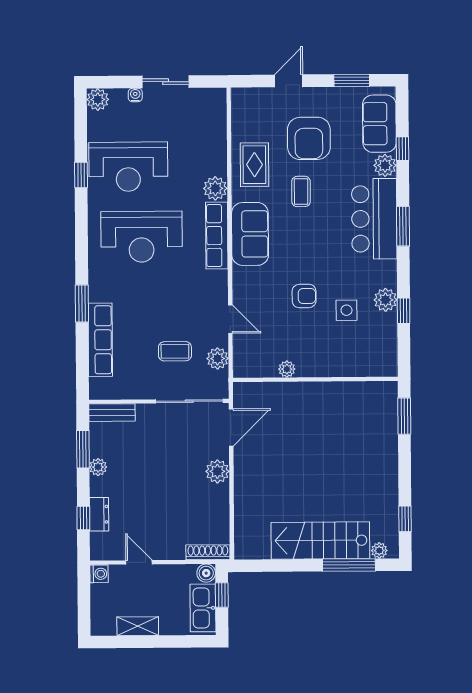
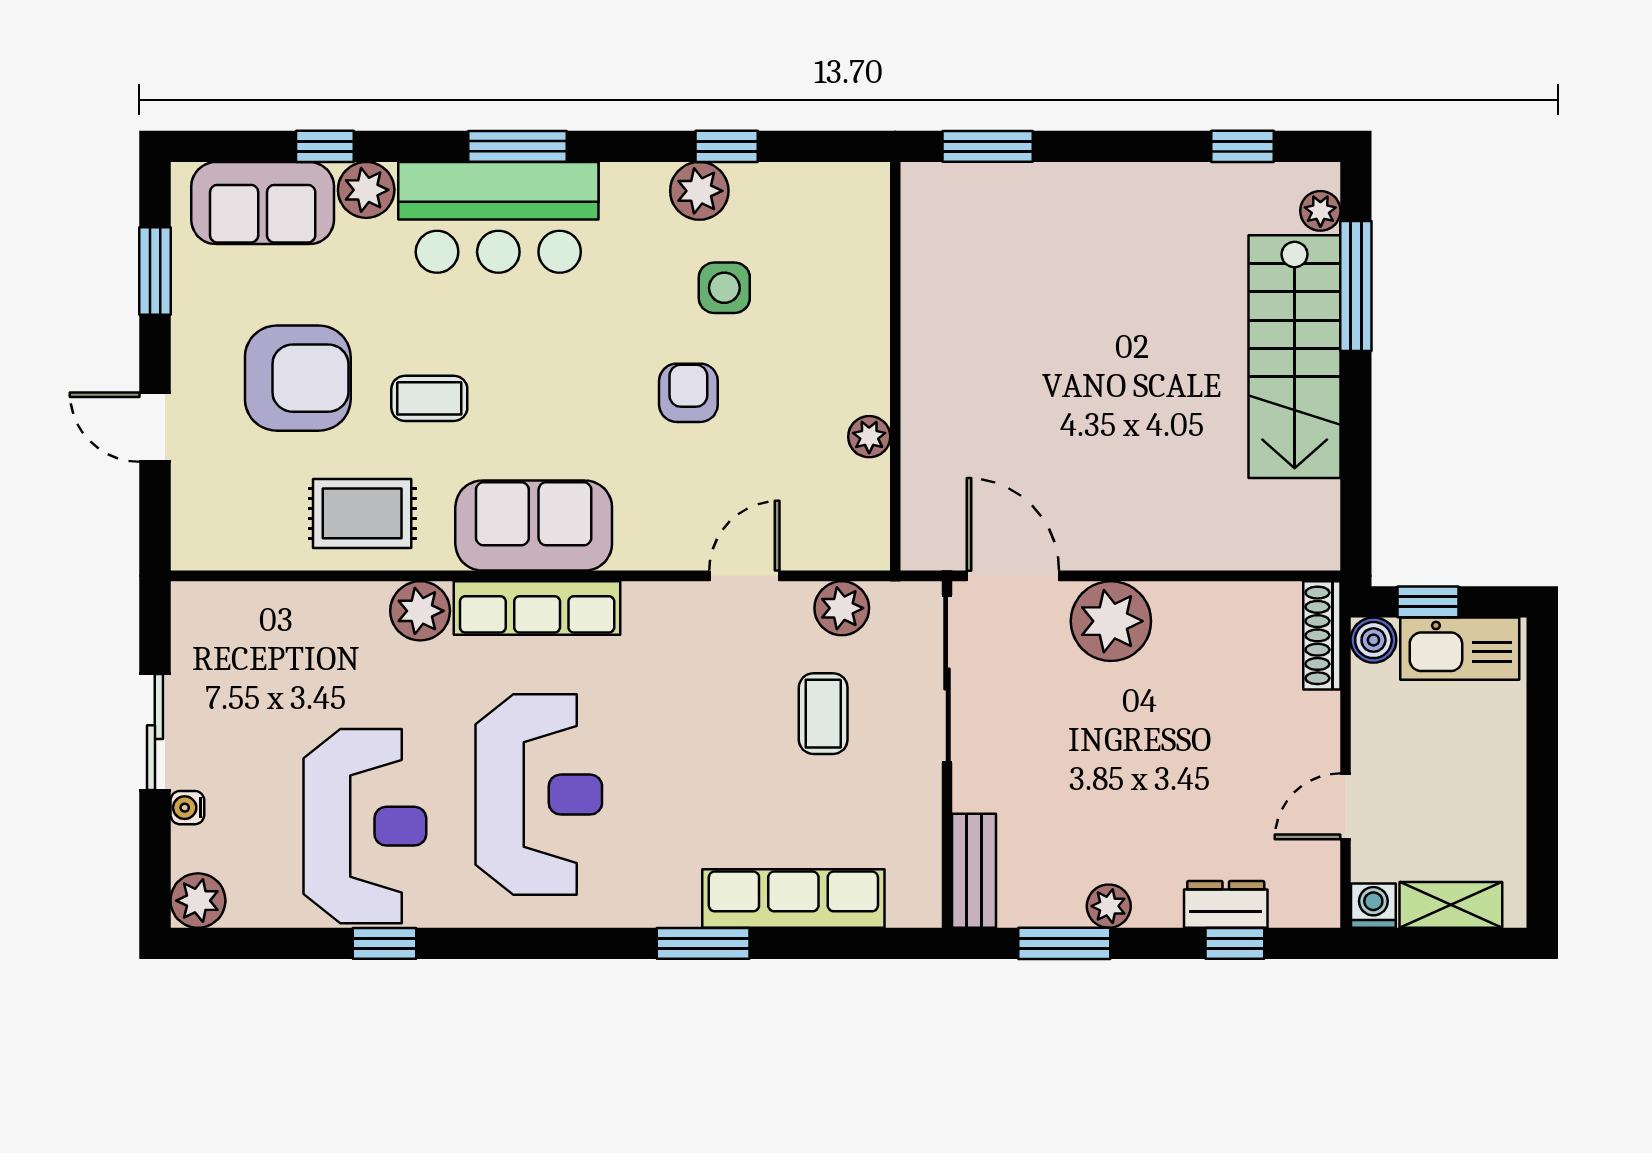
plant: (217, 471) -> (1111, 621), width x1.36, depth x1.36
shelving: (138, 626) -> (1451, 905), moved, turned 90

